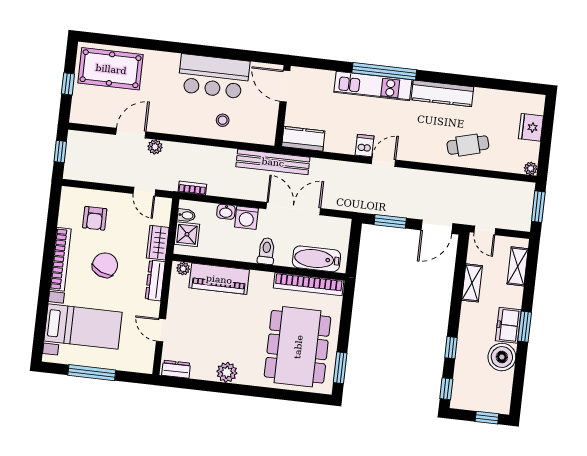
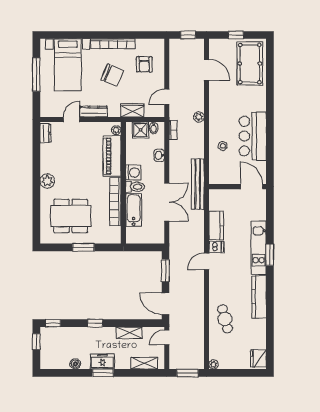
window: (384, 71) -> (270, 255), width x0.47
door: (285, 86) -> (252, 187), hinge flipped
fridge: (531, 127) -> (258, 358), moved, turned -90
door: (131, 133) -> (206, 70), moved
kitchen counter: (303, 139) -> (216, 226), moved
plant: (155, 147) -> (199, 117), moved
door: (384, 162) -> (206, 261), swing flipped
armchair: (95, 218) -> (144, 64), turned -90
washing machine: (246, 218) -> (133, 173), moved, turned 180
bathtub: (316, 259) -> (134, 210), moved
dresser: (155, 280) -> (94, 112), moved
bookcase: (309, 284) -> (115, 202), moved
dining table: (298, 347) -> (71, 216), width x0.73, depth x0.80
window: (451, 348) -> (95, 323), moved
boiler: (502, 357) -> (75, 364), width x0.54, depth x0.54
window: (340, 368) -> (83, 247), moved
plant: (227, 372) -> (47, 181), moved
window: (487, 418) -> (36, 342), moved

